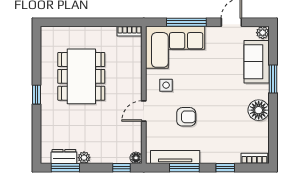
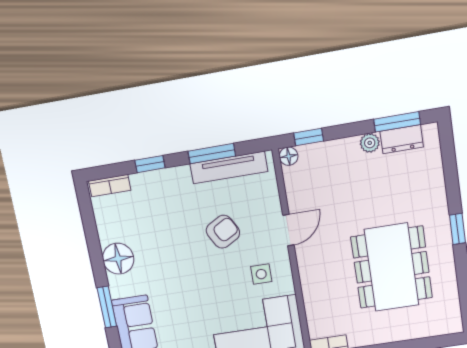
armchair: (186, 117) -> (223, 232), turned 151

